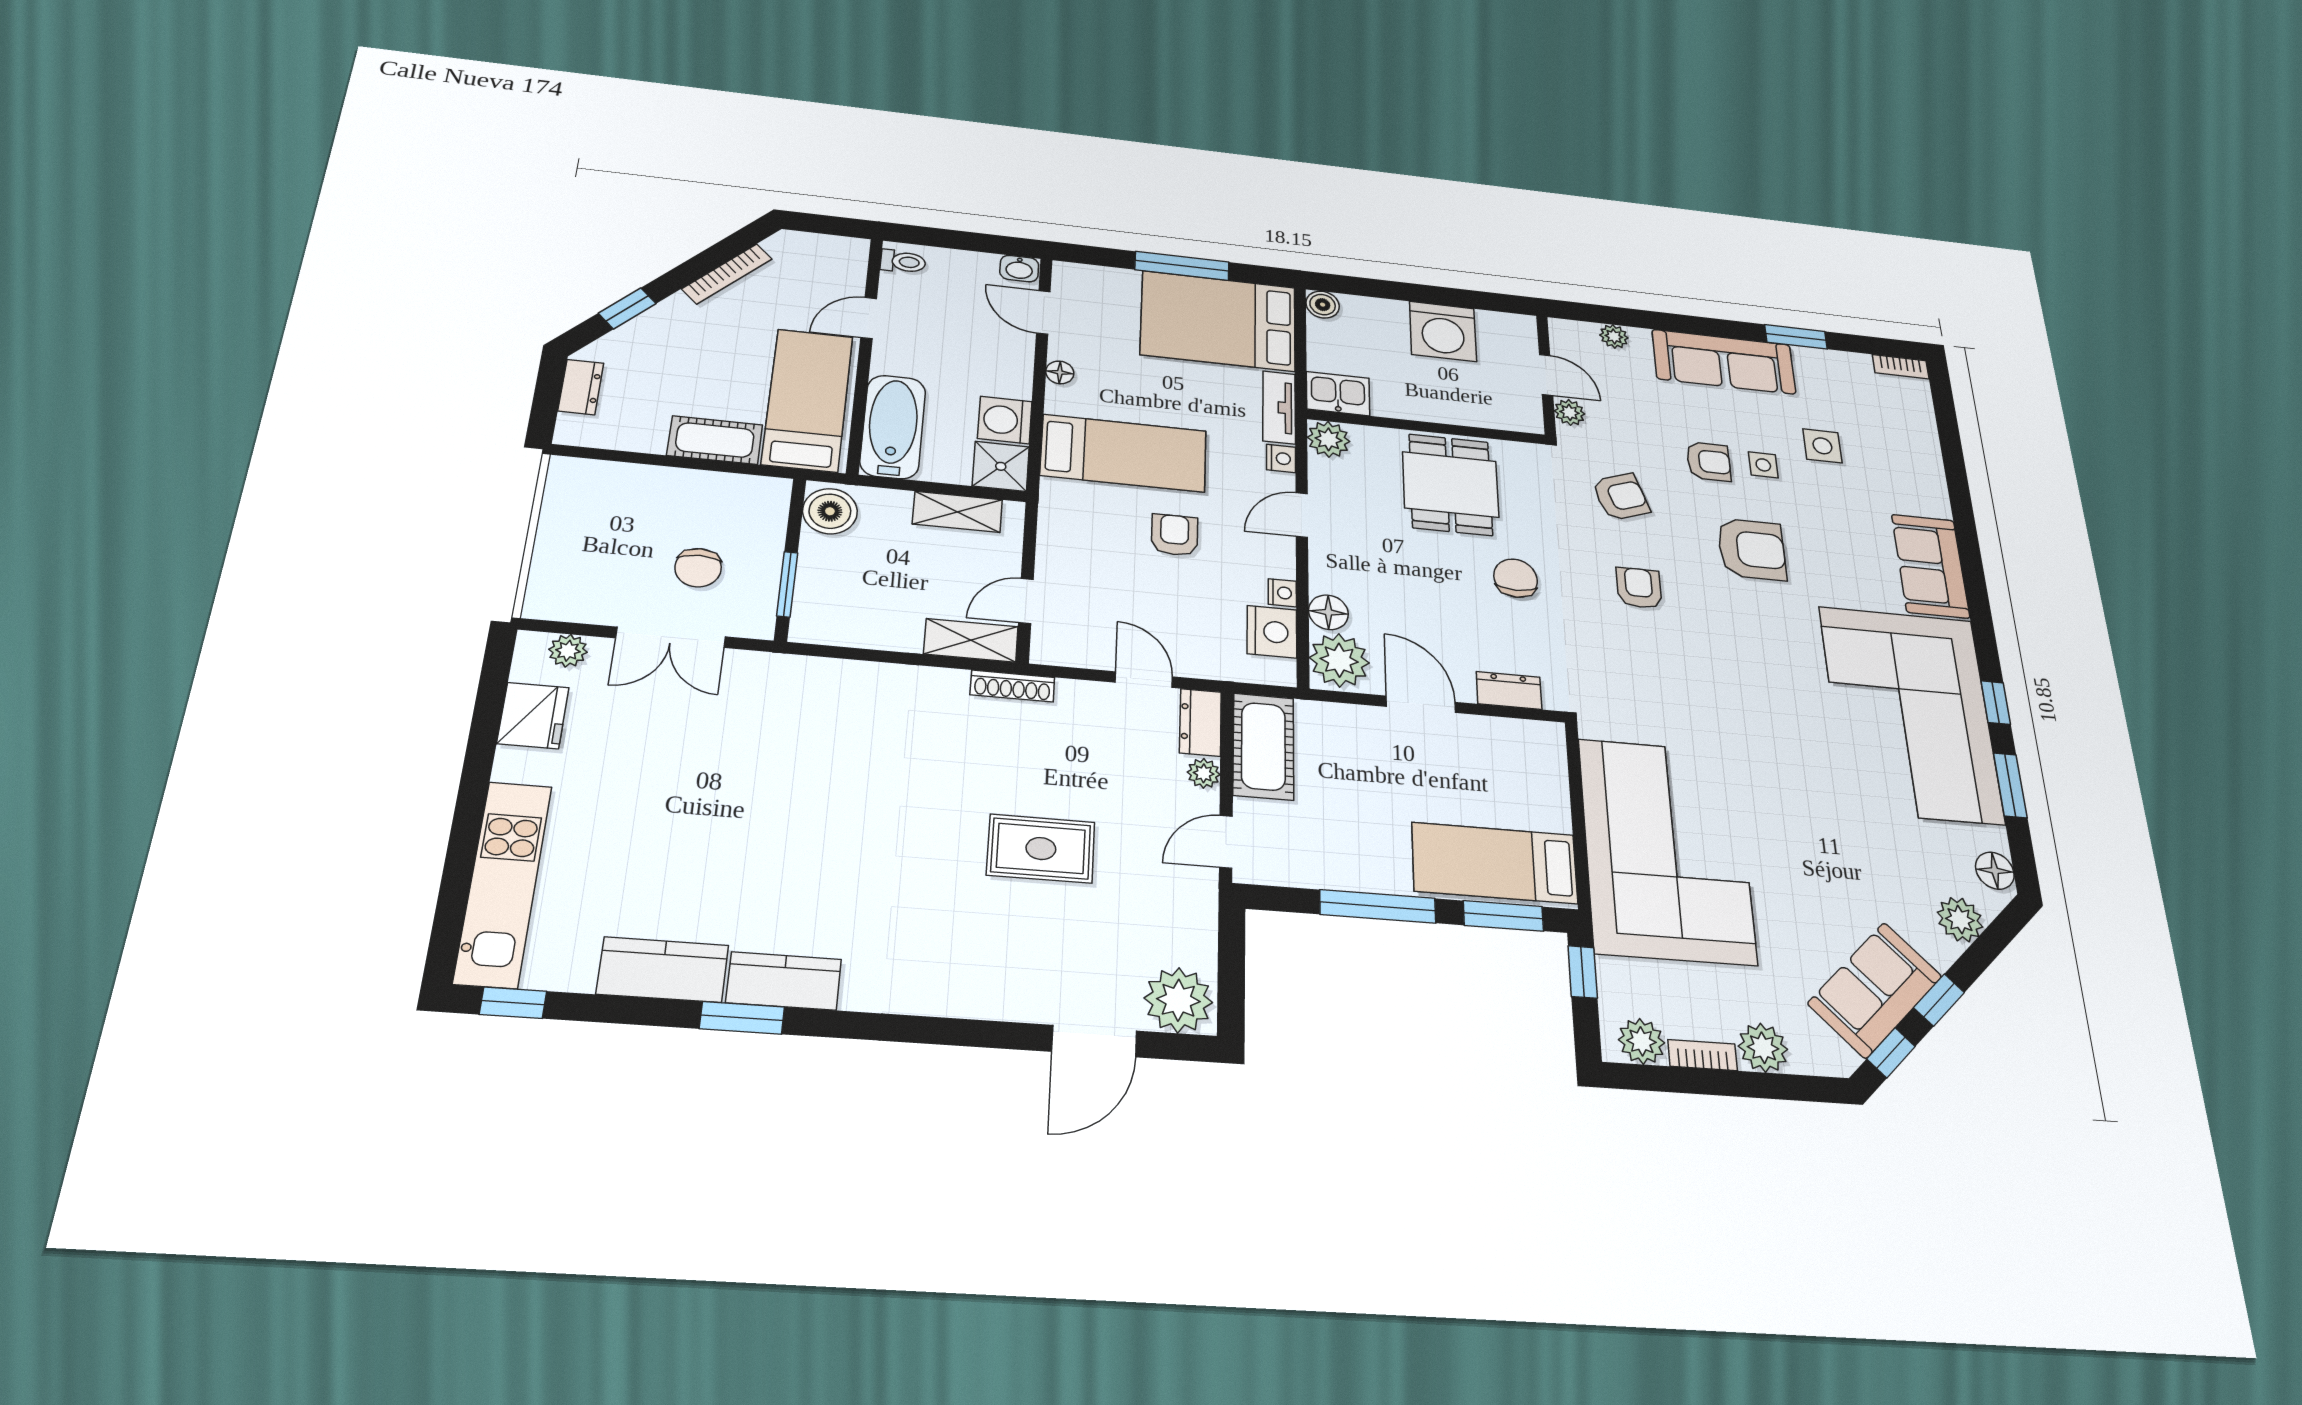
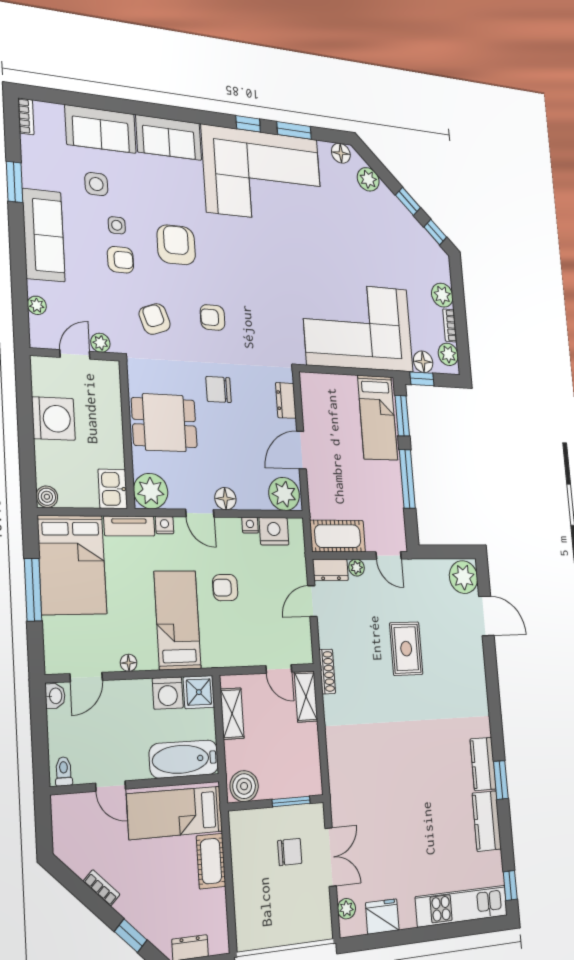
bookcase: (727, 274) -> (102, 888), width x0.64
plant: (1328, 439) -> (151, 491), width x1.36, depth x1.36
armchair: (1709, 462) -> (120, 260), turned 90
floor lamp: (1328, 612) -> (225, 499), moved
floor lamp: (1618, 980) -> (423, 362), added
sofa: (1875, 990) -> (101, 129), moved, turned -45

